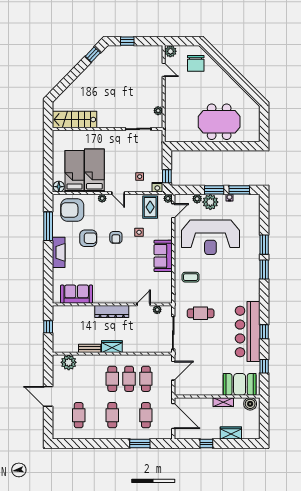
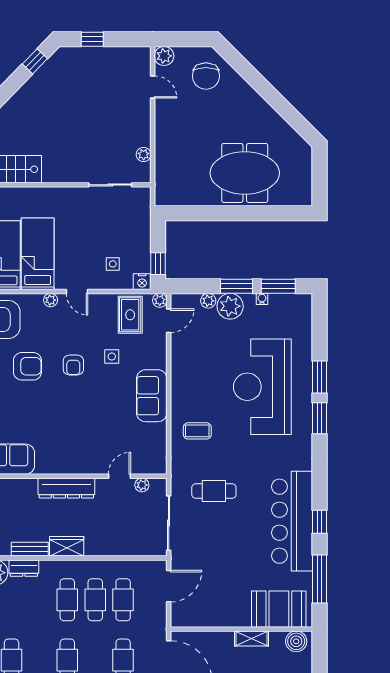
reception desk: (210, 237) -> (262, 387), moved, turned 90
dresser: (86, 360) -> (24, 568), added
window: (264, 366) -> (320, 579), width x2.17

